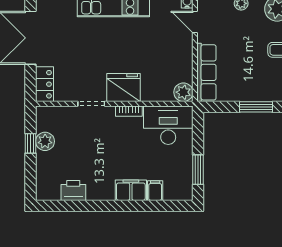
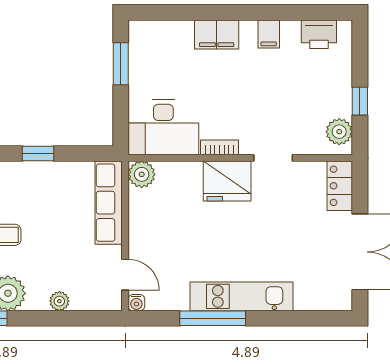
window: (256, 107) -> (38, 153), width x0.67
plant: (45, 141) -> (339, 132), moved
printer: (73, 190) -> (319, 34), moved
filing cabinet: (155, 191) -> (269, 34), moved

